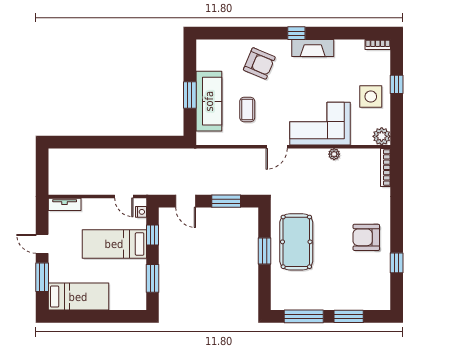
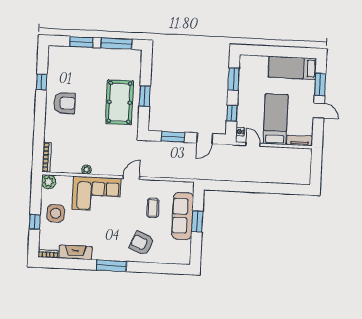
window: (296, 33) -> (111, 266), width x2.17
fireplace: (313, 48) -> (75, 252), moved
door: (186, 201) -> (205, 138), swing flipped
bed: (114, 244) -> (276, 119), moved, turned -90

